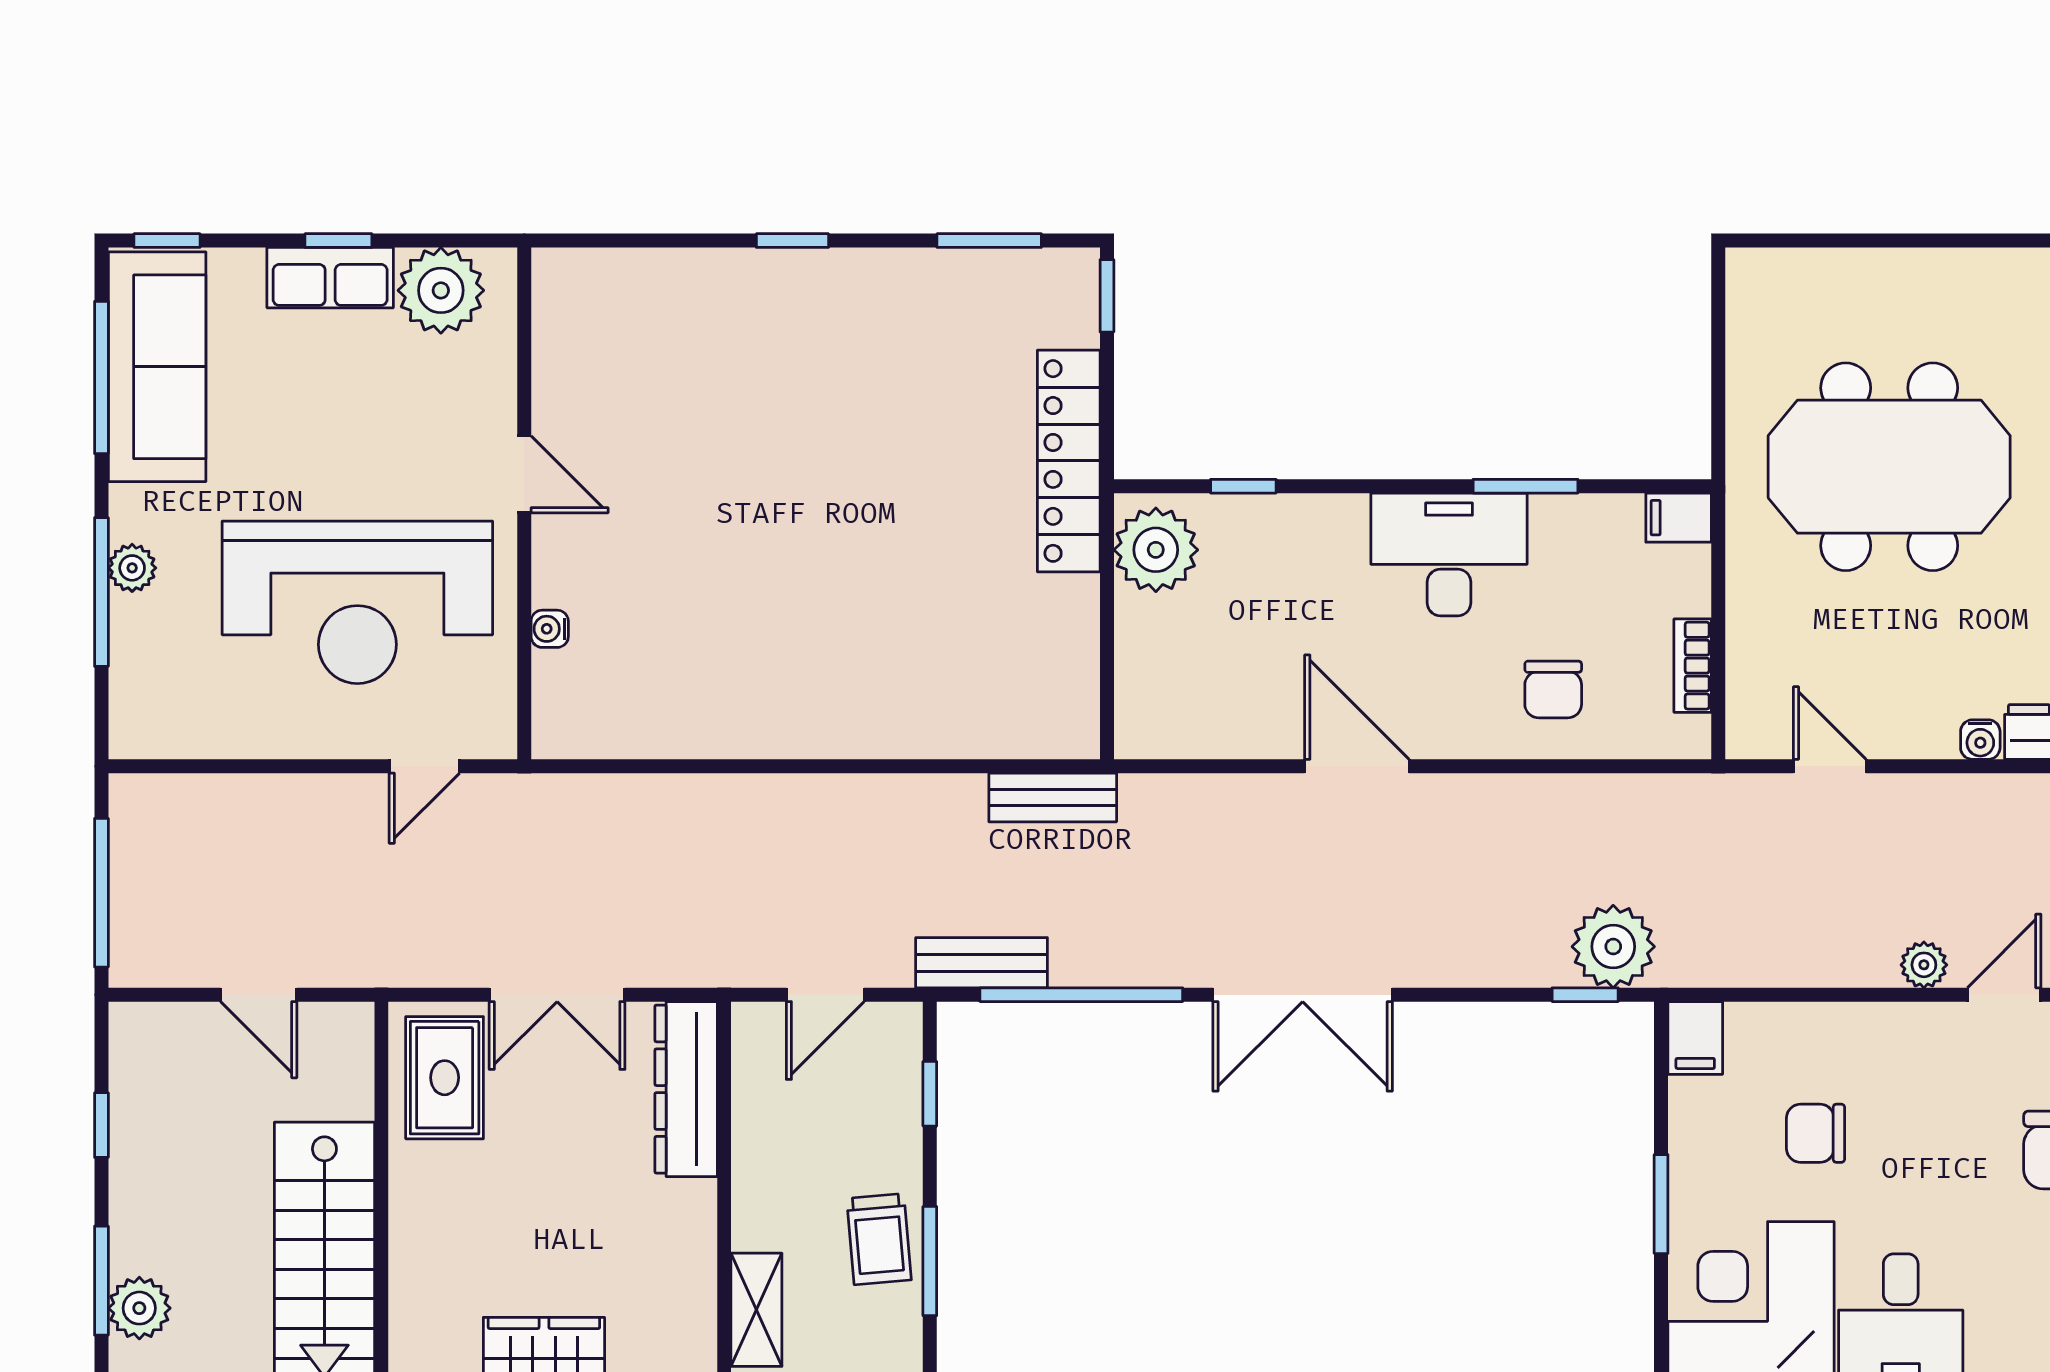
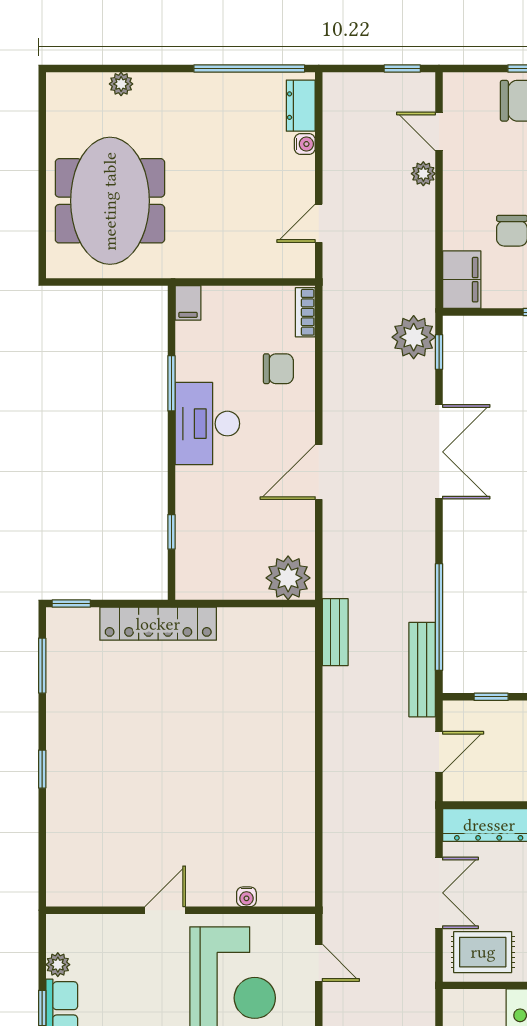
plant: (441, 290) -> (58, 965), width x0.53, depth x0.53
meeting table: (1889, 467) -> (110, 201), moved
plant: (1156, 550) -> (288, 578), moved
bookcase: (1693, 666) -> (305, 312), moved, turned 90
bench: (982, 963) -> (422, 670), width x1.36
door: (825, 995) -> (439, 752), hinge flipped
double door: (1303, 995) -> (439, 452), moved
filing cabinet: (1695, 1038) -> (462, 280), width x2.00

